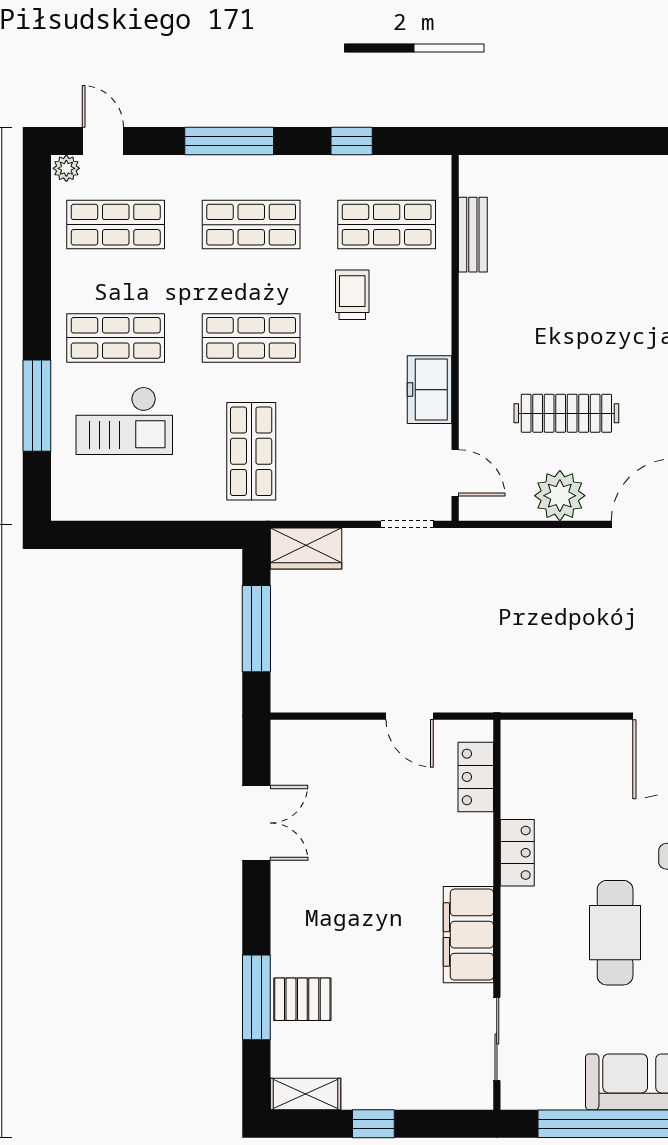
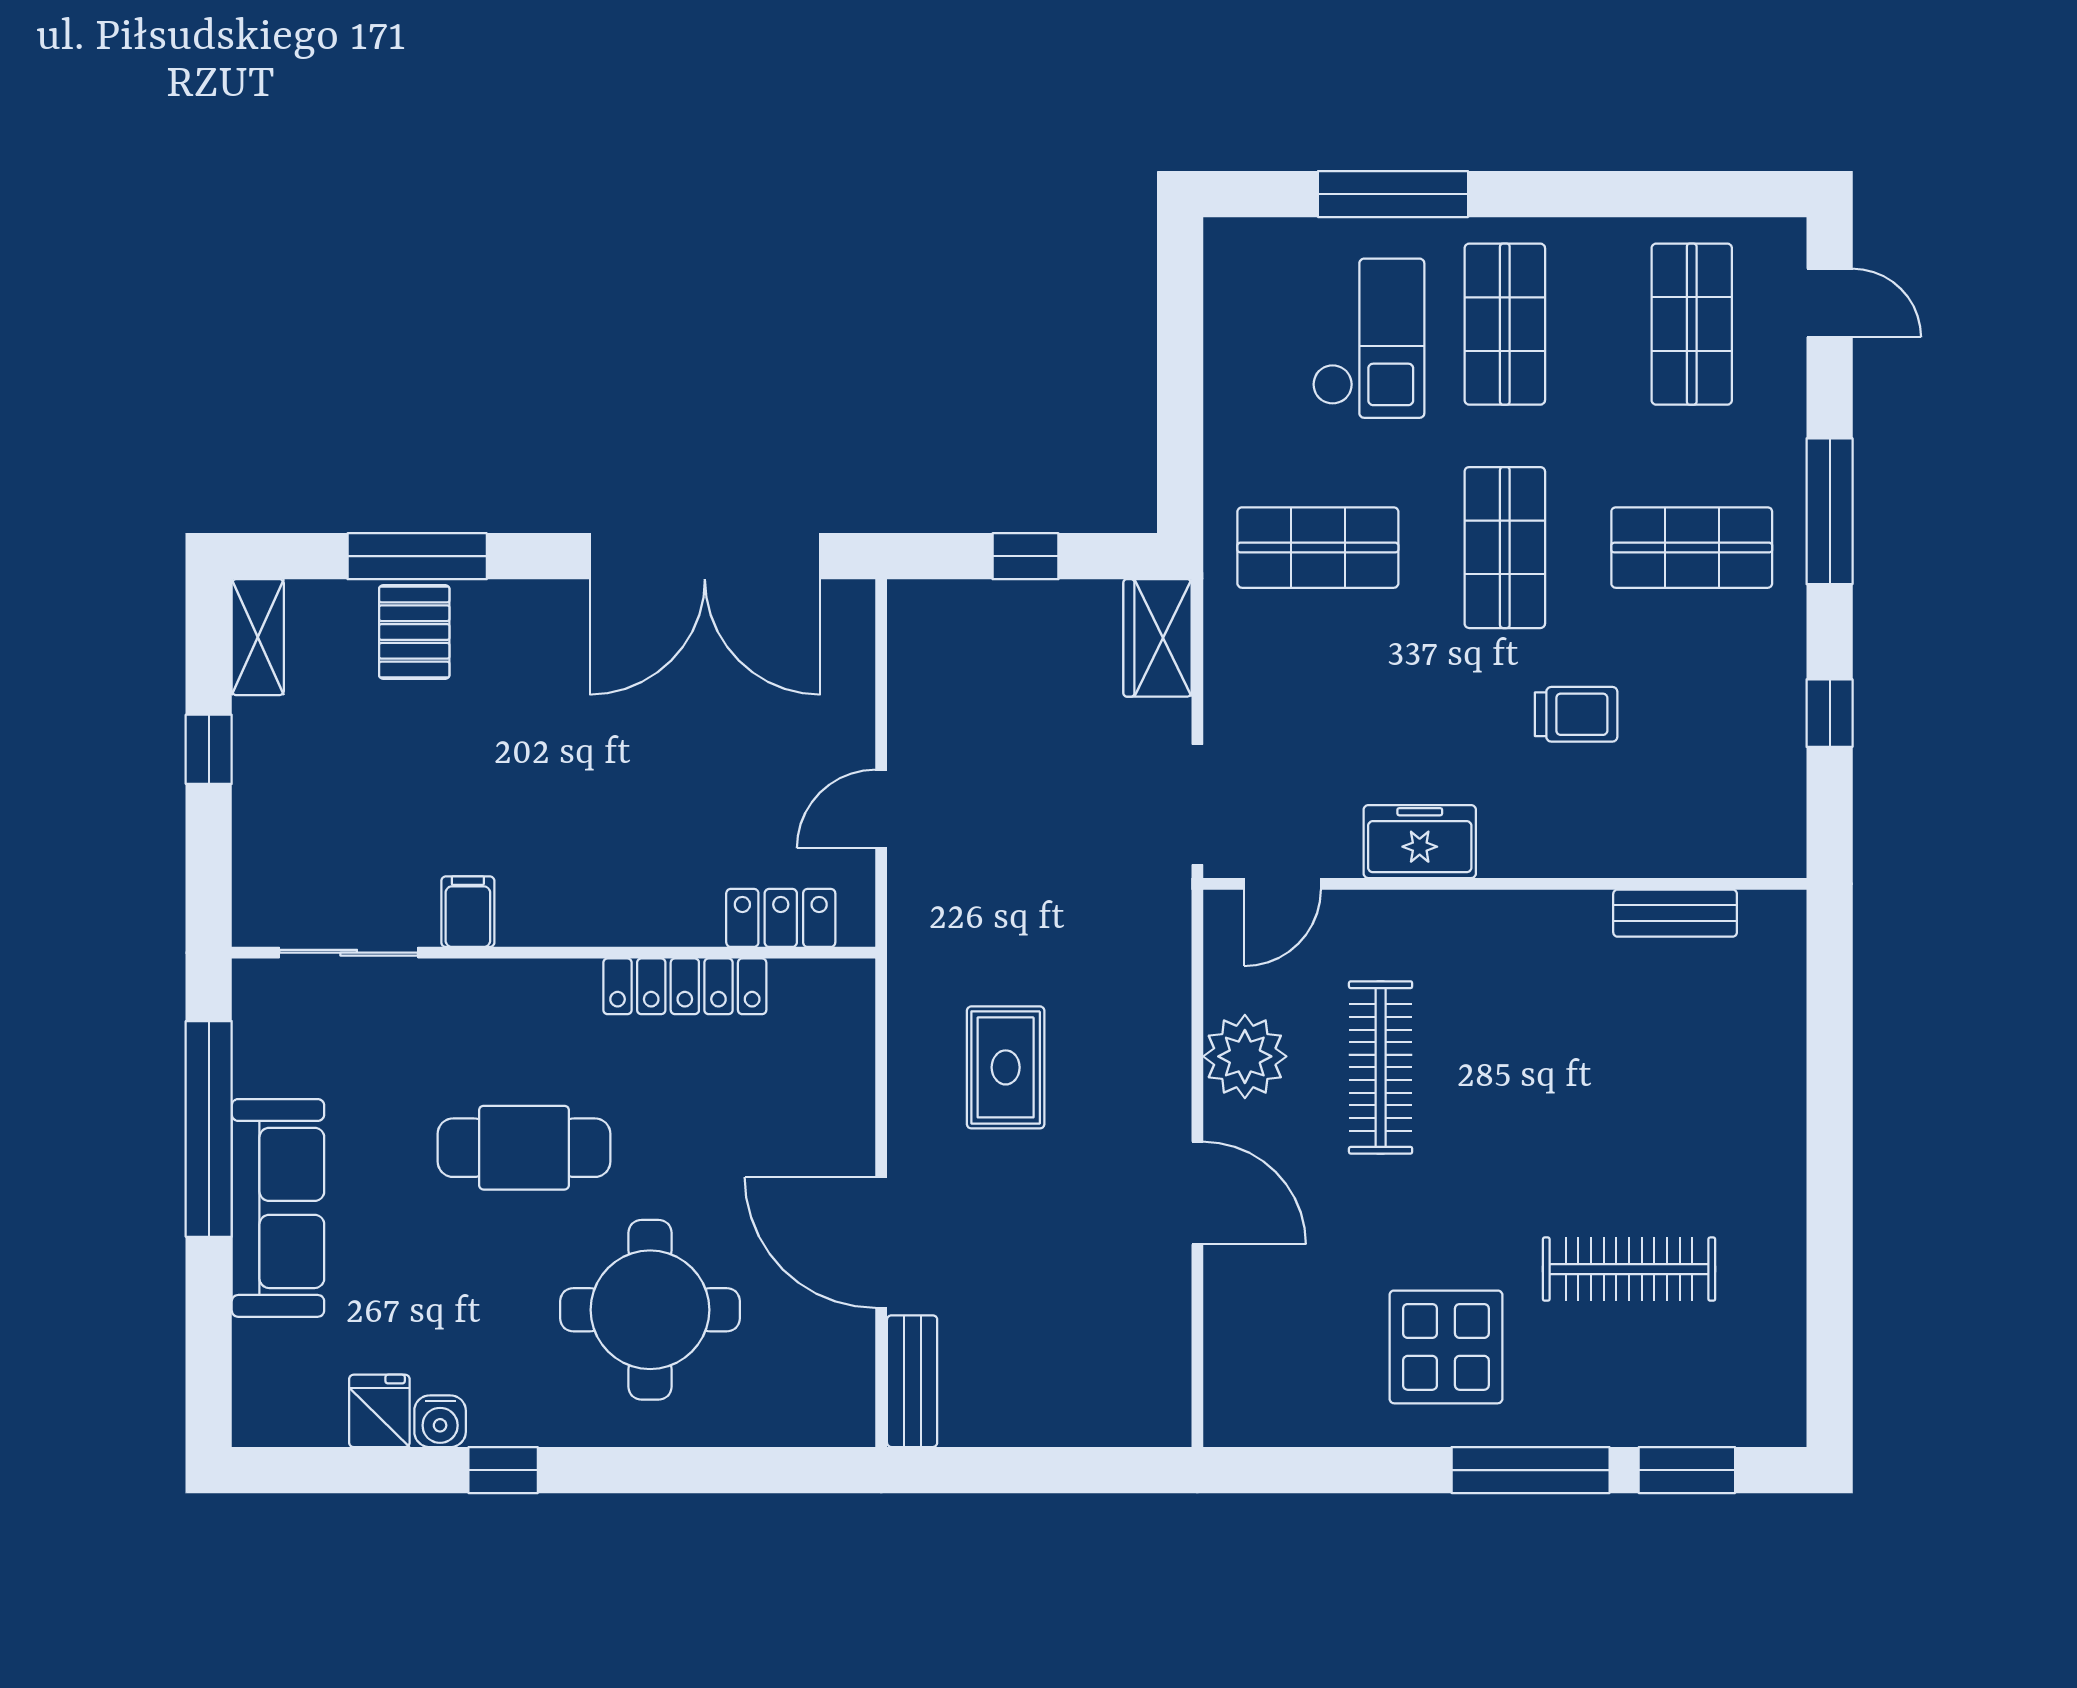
door: (103, 141) -> (1830, 303), hinge flipped
plant: (66, 168) -> (1785, 243), removed
shop shelf: (251, 225) -> (1692, 548), turned 90
shop shelf: (387, 225) -> (1692, 771), removed
checkout: (124, 421) -> (1368, 338), turned 180
doorway: (407, 524) -> (1197, 805), width x1.38
window: (256, 629) -> (1025, 556), width x0.46
rug: (566, 641) -> (1006, 1067), added
double door: (256, 823) -> (705, 556), width x1.87
locker: (517, 853) -> (685, 986), width x1.53
filing cabinet: (468, 935) -> (468, 912), width x0.33, depth x0.86

